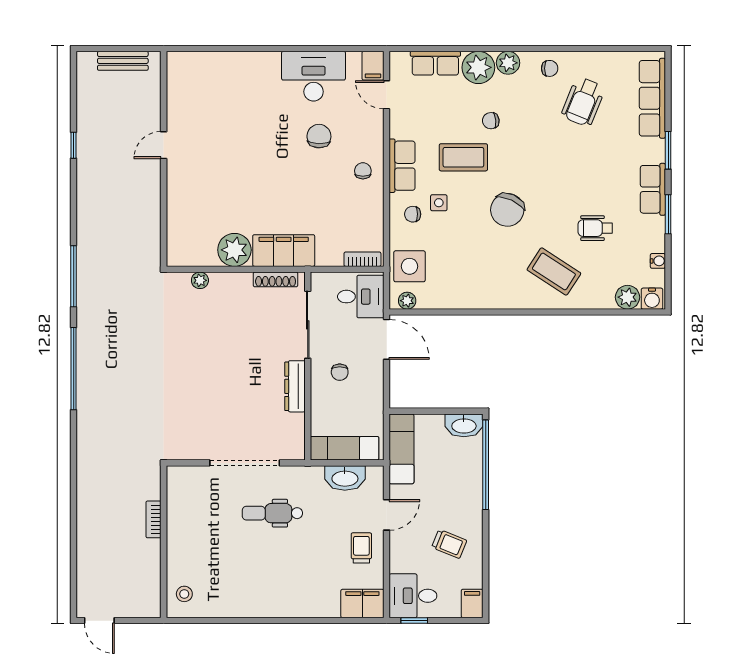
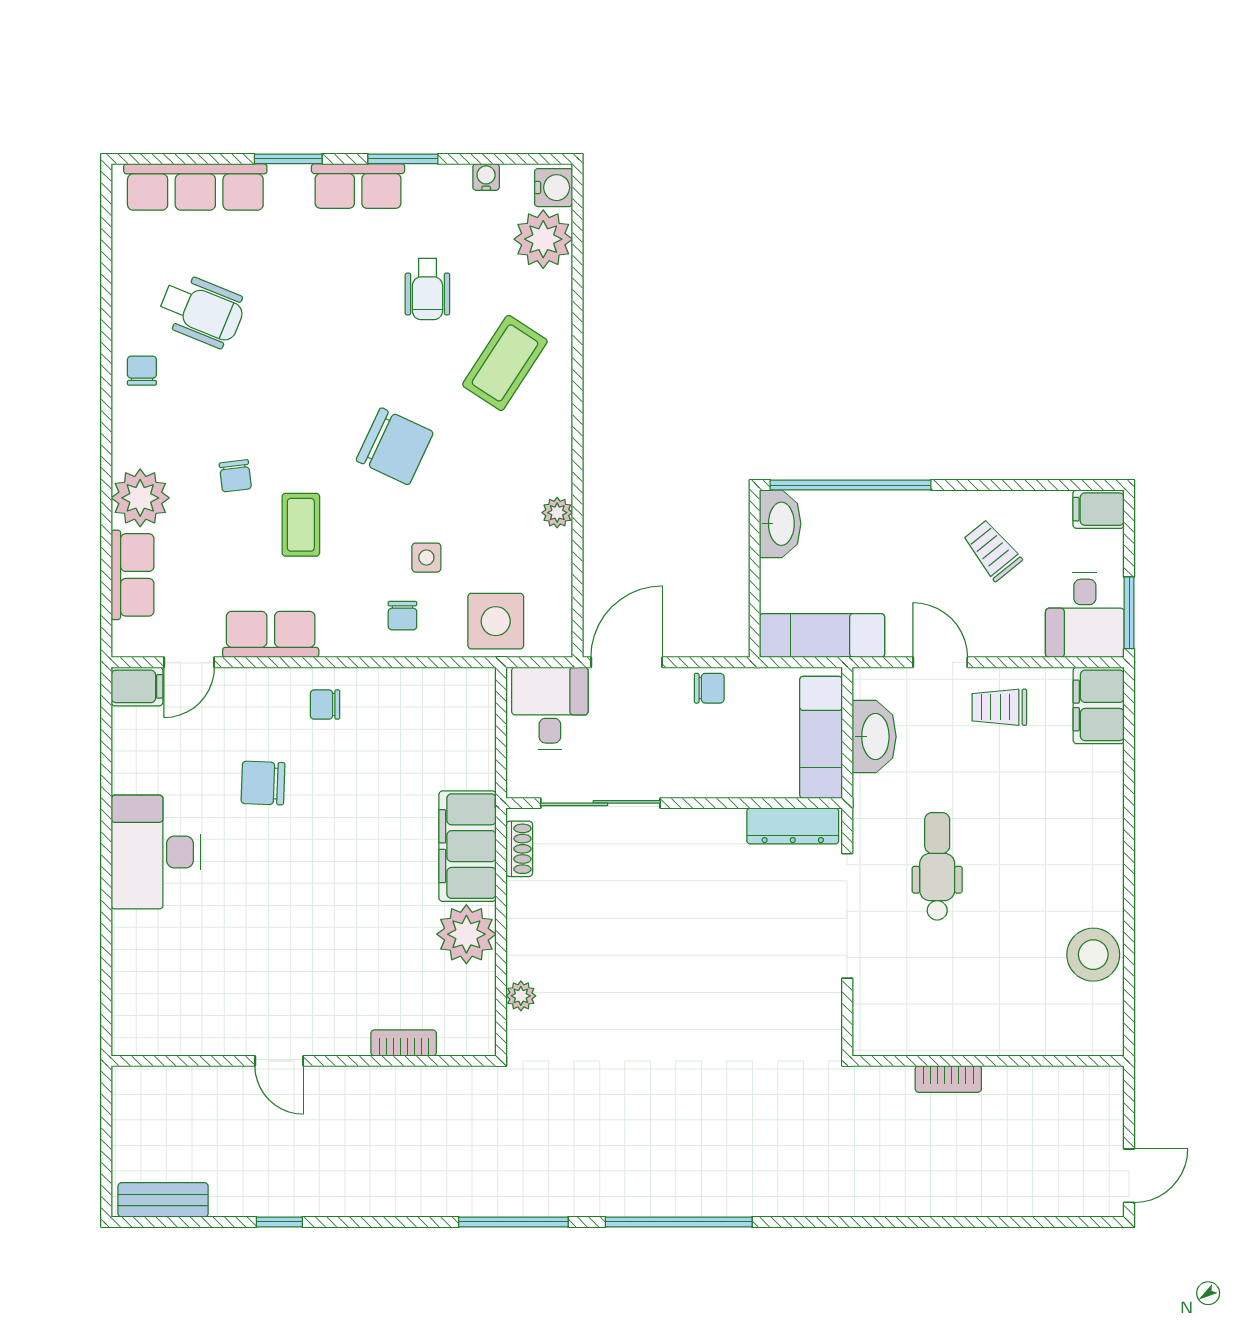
bench: (123, 61) -> (163, 1200), moved, turned 90
plant: (508, 63) -> (132, 445), removed
desk: (314, 76) -> (156, 852), moved
coffee table: (463, 157) -> (301, 525), width x0.73, depth x0.77
row of seats: (402, 166) -> (271, 634), moved
side table: (439, 203) -> (426, 558), moved
bookcase: (362, 259) -> (404, 1043), moved, turned 90
shoe rack: (276, 279) -> (519, 849), width x0.70
plant: (627, 297) -> (543, 239), width x1.36, depth x1.36
plant: (407, 301) -> (557, 513), moved
chair: (340, 372) -> (709, 688), moved
dresser: (295, 386) -> (793, 826), moved
dental chair: (272, 513) -> (937, 866), turned 180
trolley: (449, 544) -> (992, 550), turned -61
stool: (184, 594) -> (1093, 955), moved, width x1.89, depth x1.89
window: (414, 621) -> (1129, 613), width x1.50

